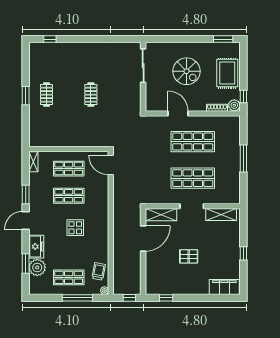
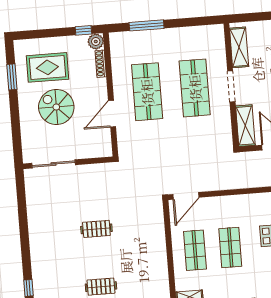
window: (223, 39) -> (12, 77), moved
spiral stairs: (186, 71) -> (56, 107), turned -90
rug: (227, 73) -> (47, 67), moved
window: (243, 159) -> (147, 25), moved

